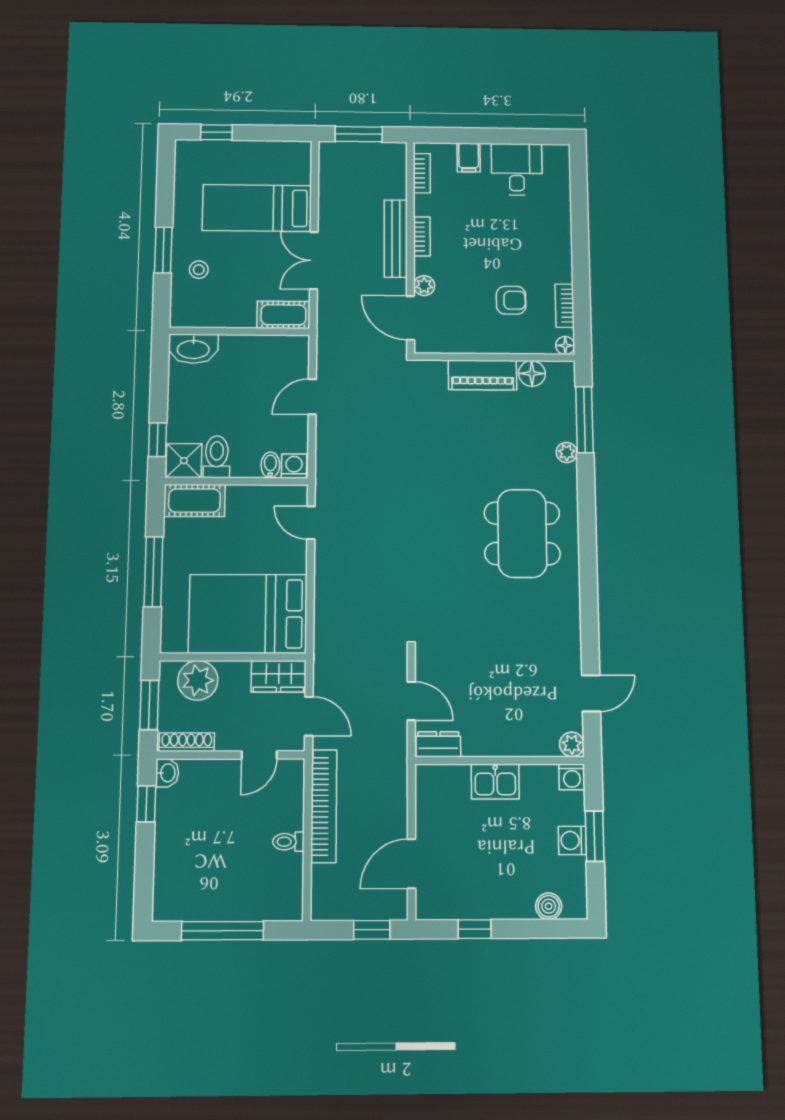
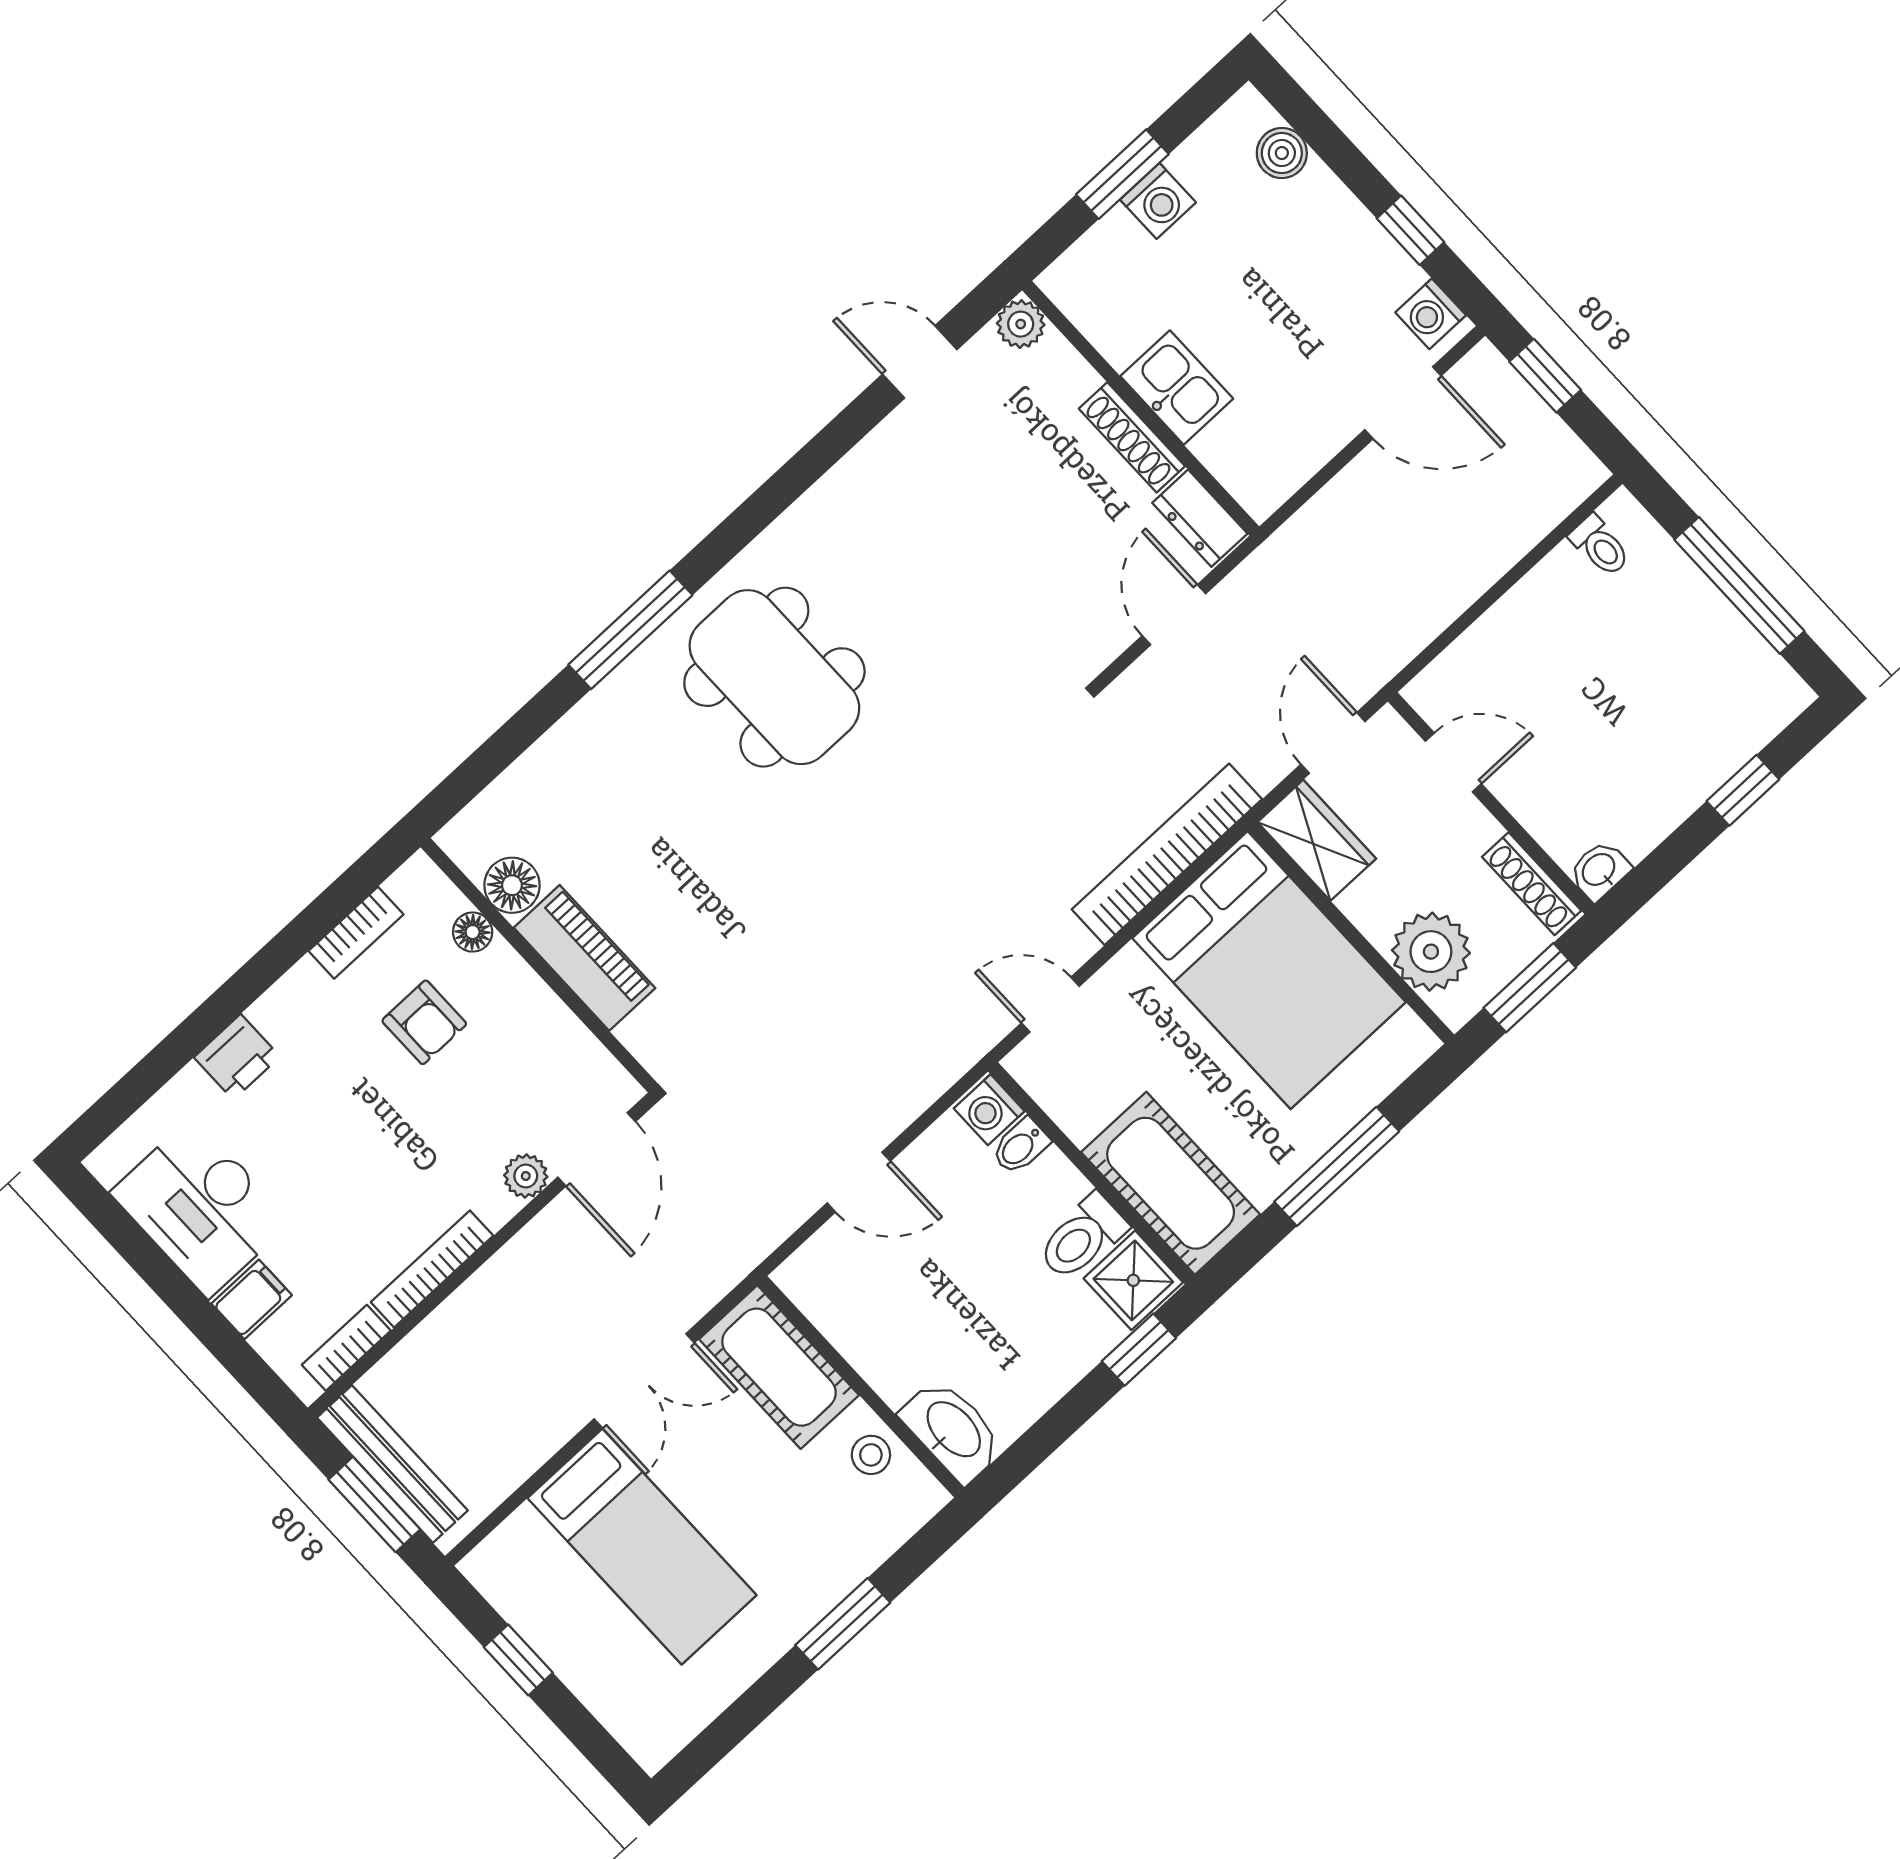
window: (216, 132) -> (518, 1660), moved
desk: (517, 169) -> (201, 1207), width x1.37
printer: (558, 227) -> (237, 1057), added
bookcase: (422, 236) -> (432, 1269), width x1.56
bench: (396, 239) -> (392, 1464), moved, turned 90
stool: (199, 270) -> (871, 1455), moved
armchair: (511, 300) -> (424, 1022), turned 180
cot: (283, 315) -> (779, 1367), width x1.37, depth x1.34
floor lamp: (565, 345) -> (473, 932), moved
window: (584, 420) -> (630, 630), moved
plant: (567, 452) -> (587, 722), removed
cot: (194, 501) -> (1171, 1183), width x1.37, depth x1.34
door: (311, 523) -> (1050, 1005), swing flipped
dining table: (522, 533) -> (774, 677), turned 90
shoe rack: (492, 747) -> (1132, 437), added
washing machine: (572, 777) -> (1431, 314), moved, turned 180
window: (146, 804) -> (1743, 790), moved
bookcase: (324, 806) -> (1167, 854), moved
toilet: (288, 842) -> (1600, 546), moved

